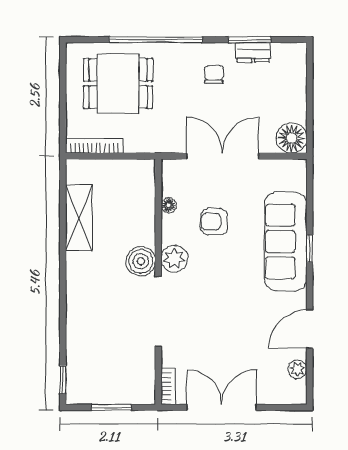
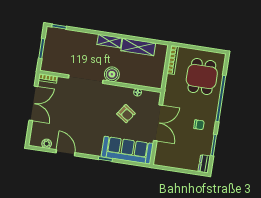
dresser: (253, 52) -> (204, 164), moved
floor lamp: (292, 138) -> (162, 158), removed
armchair: (214, 222) -> (126, 114), turned 125
sofa: (286, 242) -> (127, 150), moved
plant: (174, 259) -> (111, 91), removed
shelving: (76, 276) -> (109, 41), added

